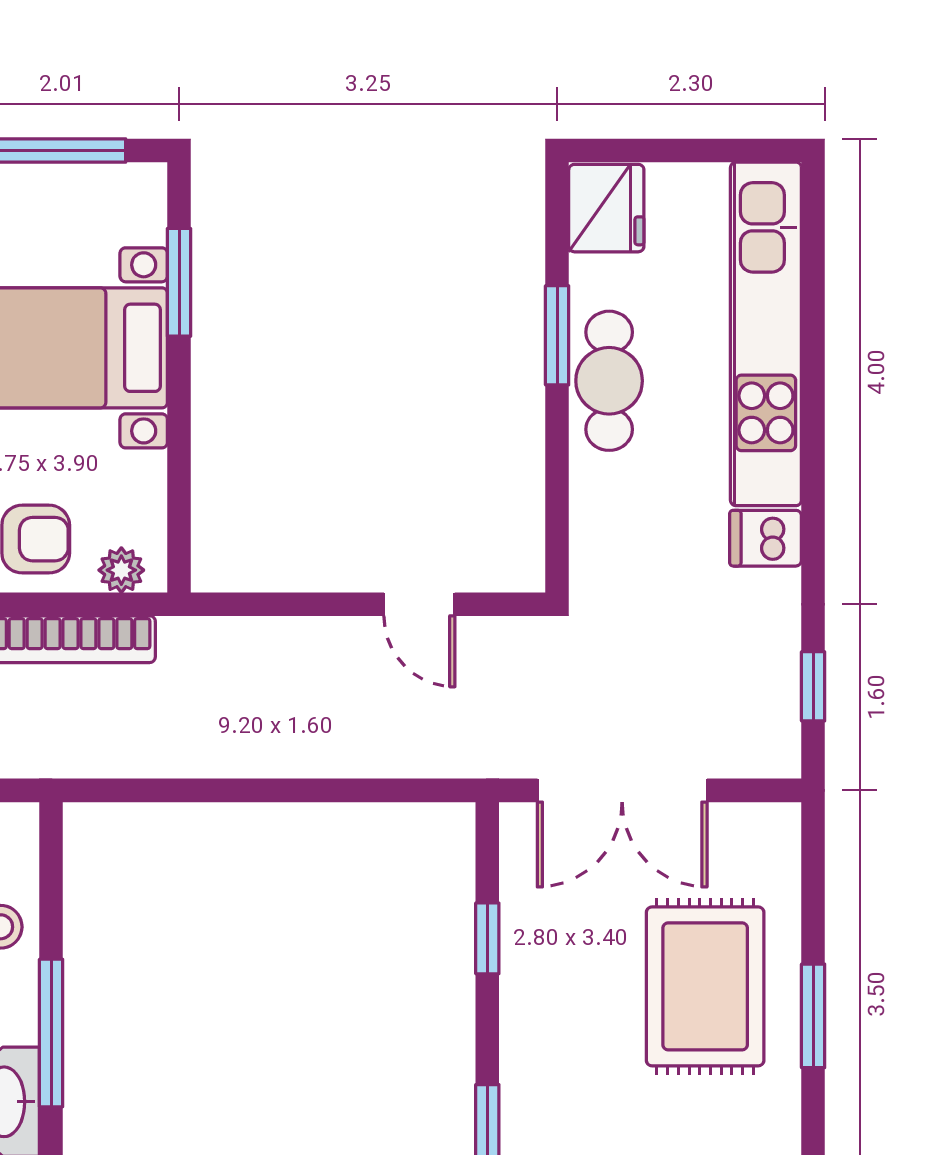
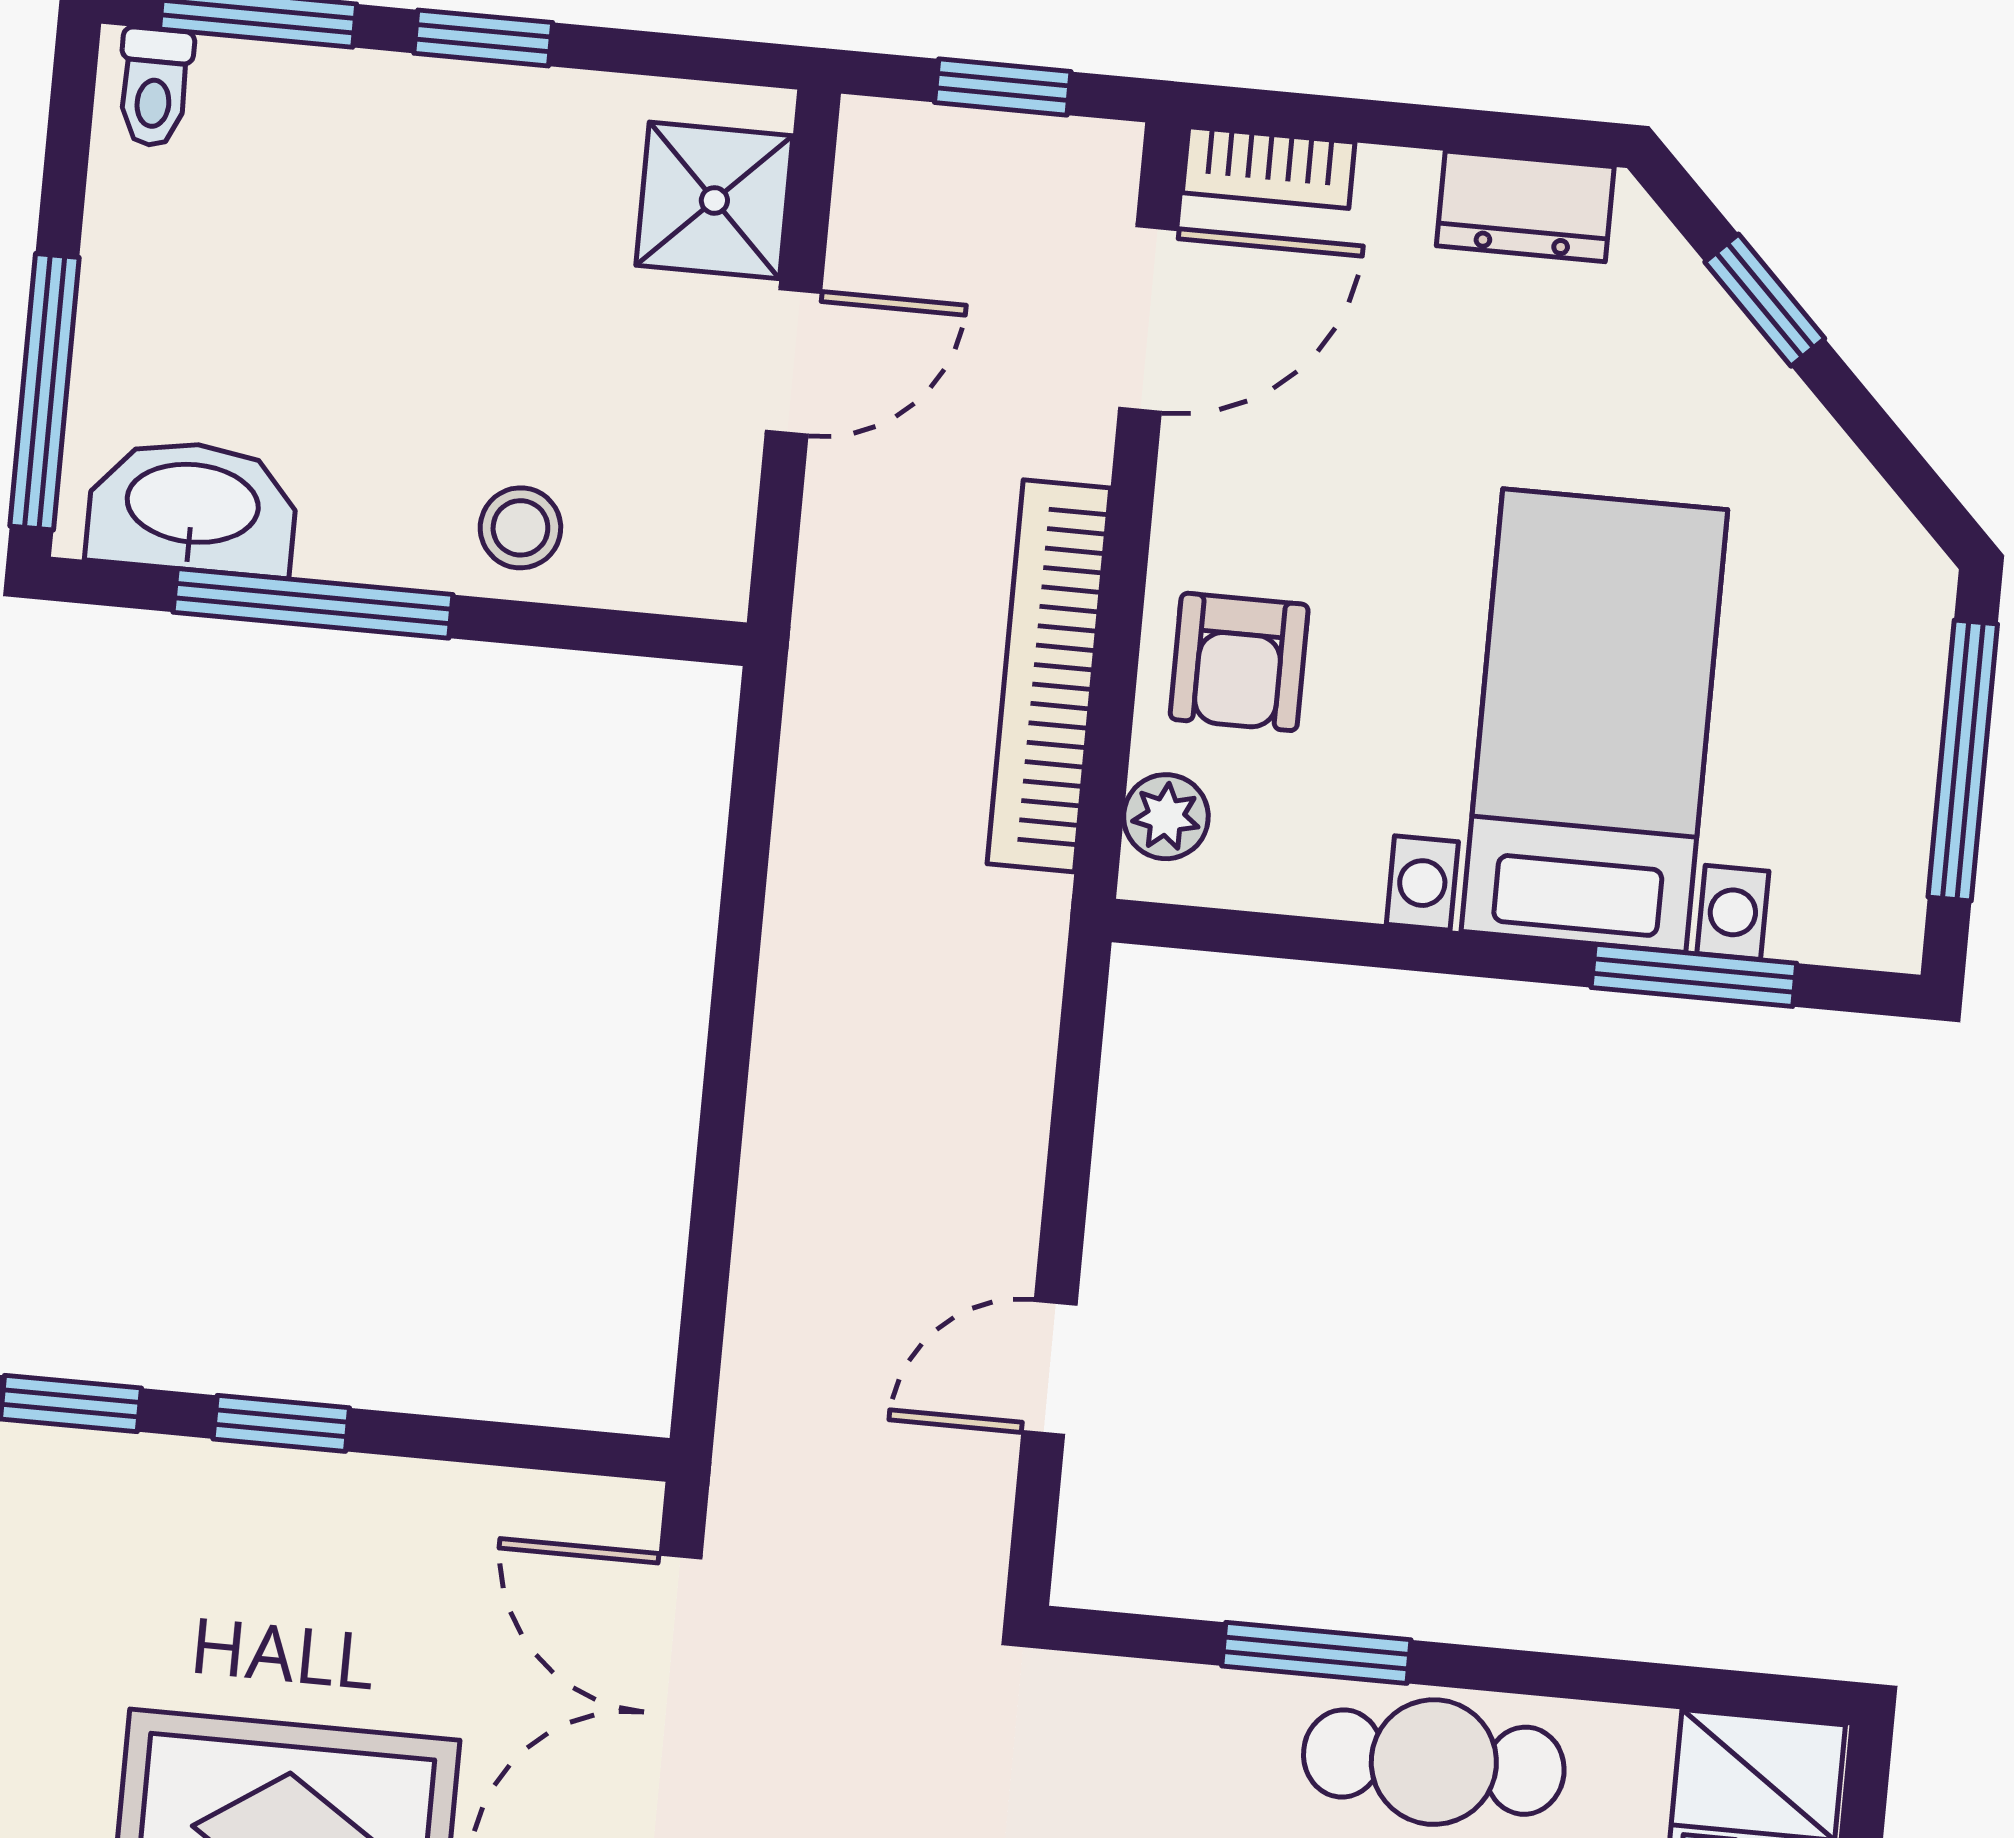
window: (557, 335) -> (1316, 1653), moved
window: (487, 938) -> (281, 1423), moved

